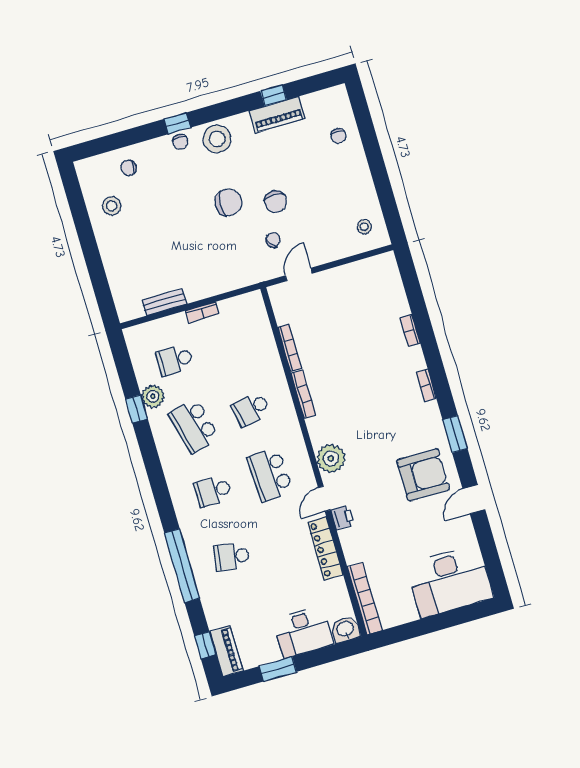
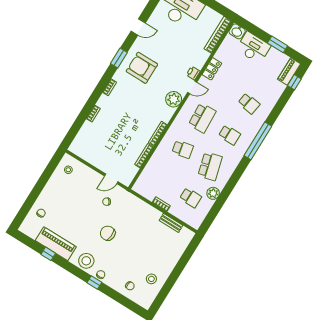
piano: (277, 115) -> (56, 244), width x1.37, depth x1.33
chair: (275, 202) -> (90, 215), removed
window: (136, 409) -> (224, 195), removed
armchair: (423, 475) -> (142, 68), moved
locker: (325, 549) -> (212, 69), width x0.66
window: (182, 566) -> (258, 141), moved

